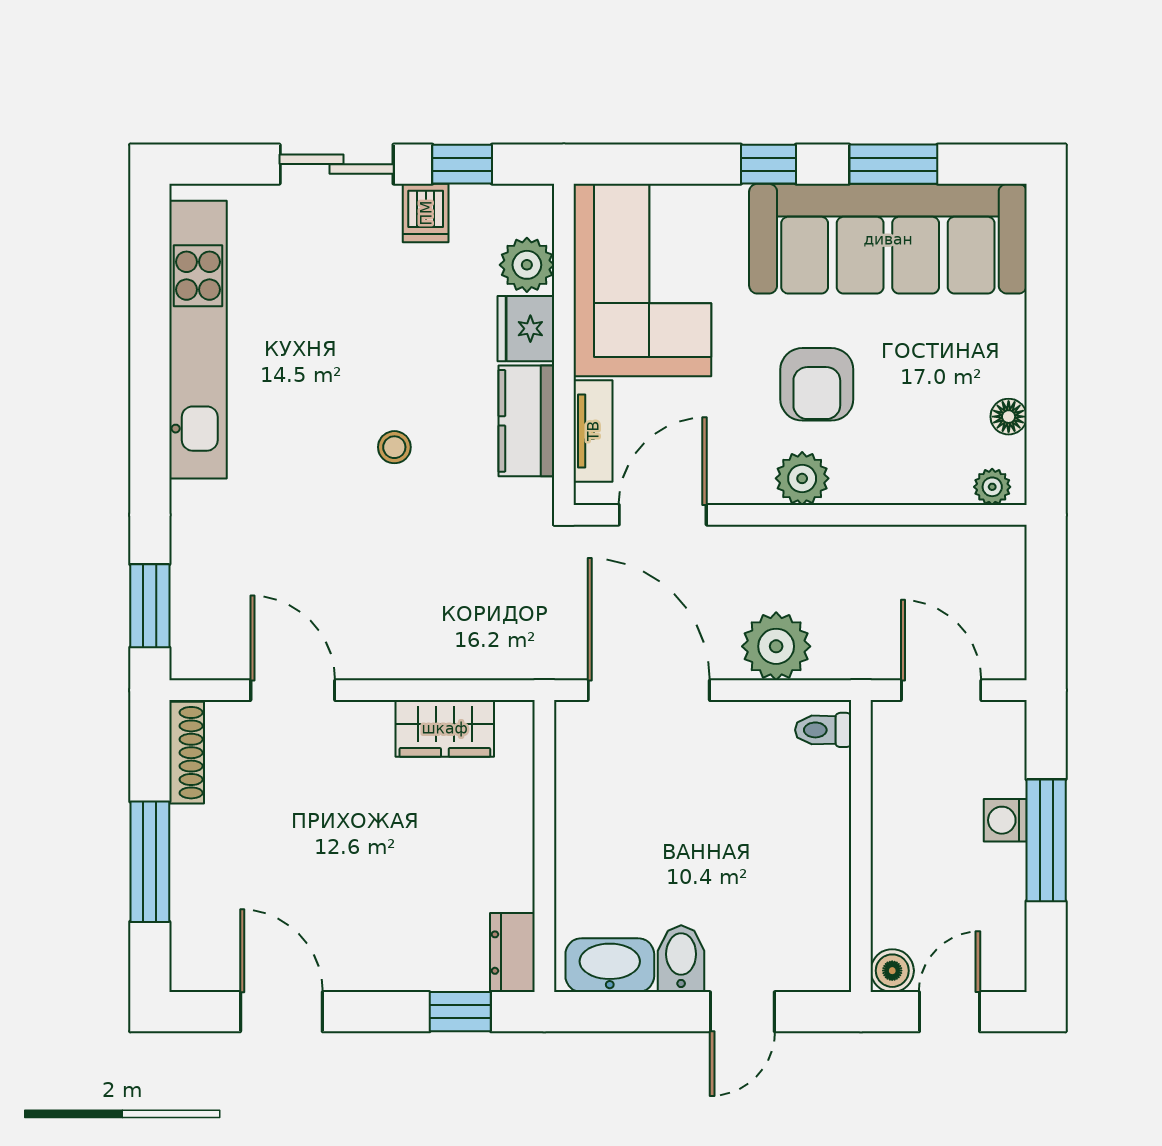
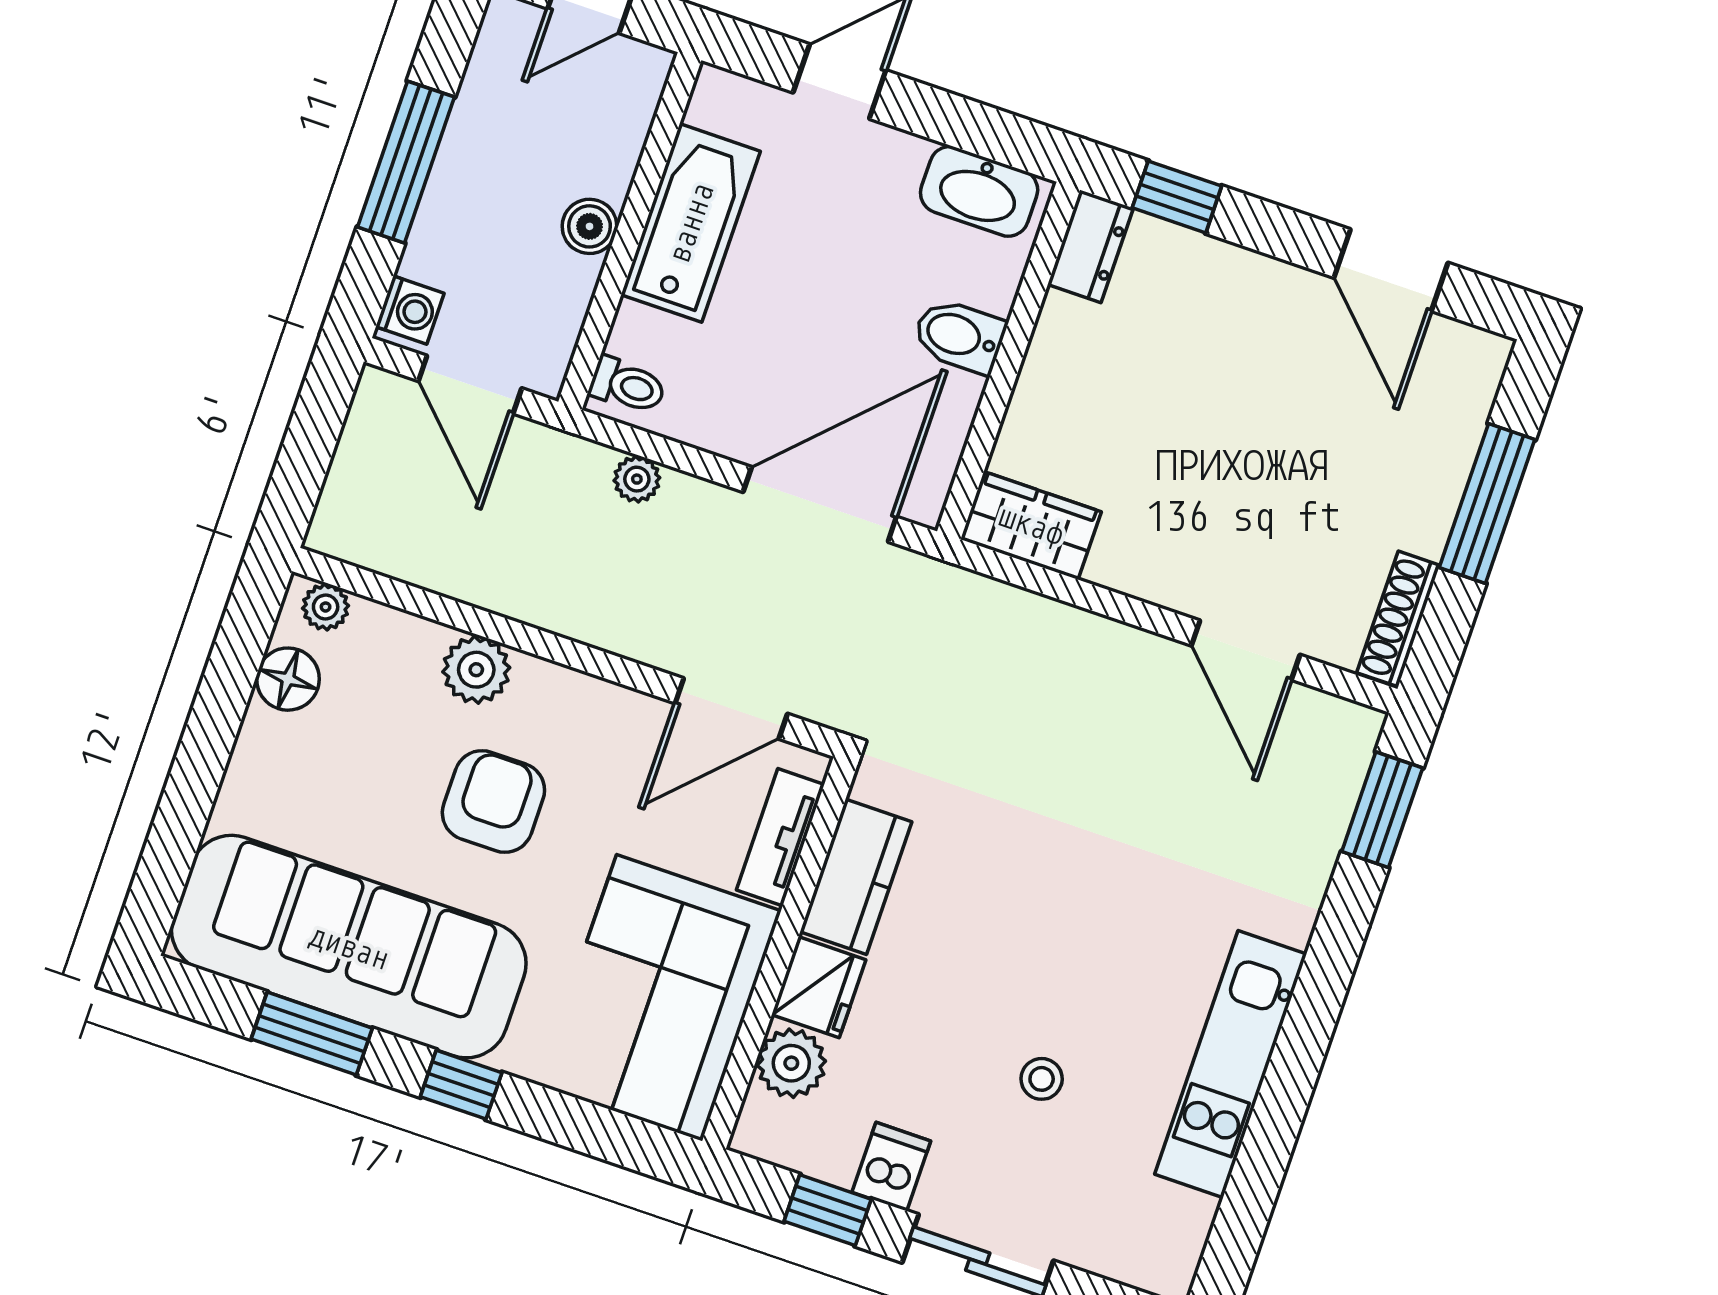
kitchen unit: (198, 340) -> (1231, 1064), width x0.73
floor lamp: (1009, 417) -> (288, 679), width x1.37, depth x1.37
stool: (394, 447) -> (1042, 1079), moved
plant: (802, 478) -> (476, 670), moved
plant: (776, 646) -> (637, 479), width x0.53, depth x0.53
door: (649, 690) -> (820, 504), swing flipped
wardrobe: (445, 728) -> (1031, 525), moved
washing machine: (1005, 820) -> (410, 310), moved
bathtub: (817, 868) -> (691, 223), added
bidet: (681, 959) -> (959, 336), moved, turned 90
boiler: (892, 971) -> (590, 226), moved

